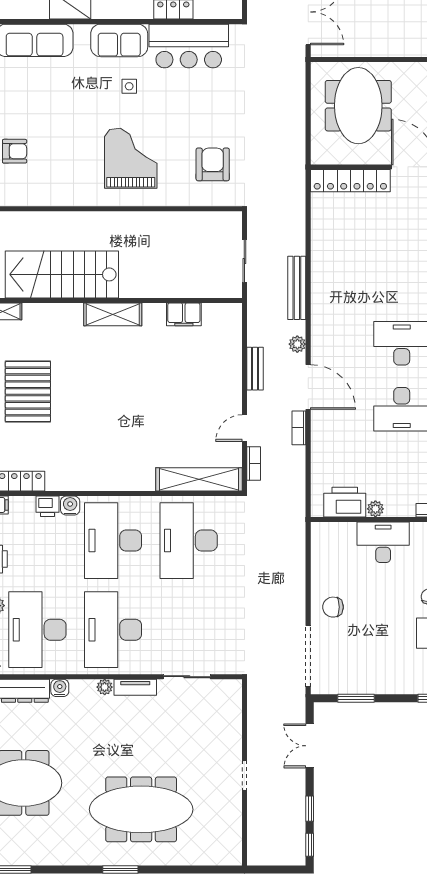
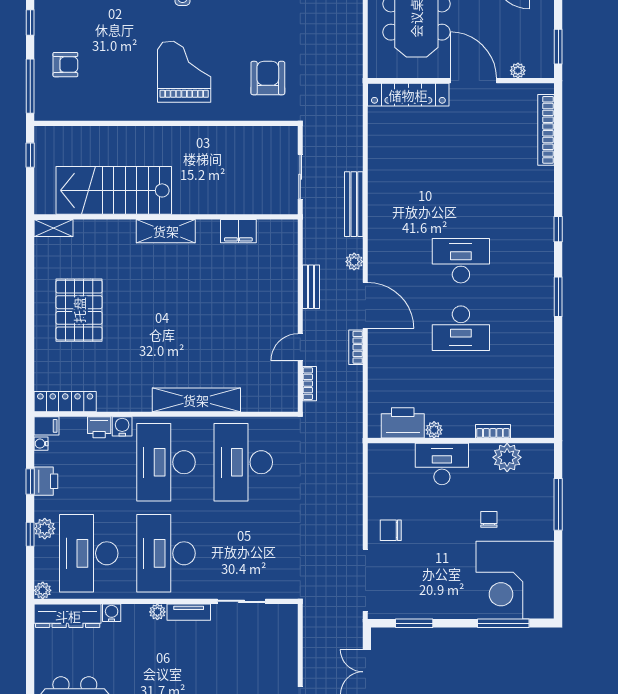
shelving: (199, 479) -> (196, 400), moved

